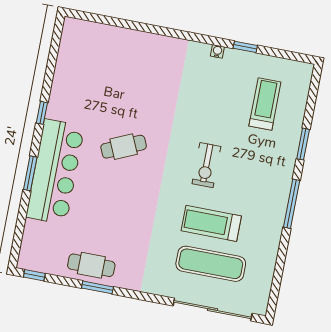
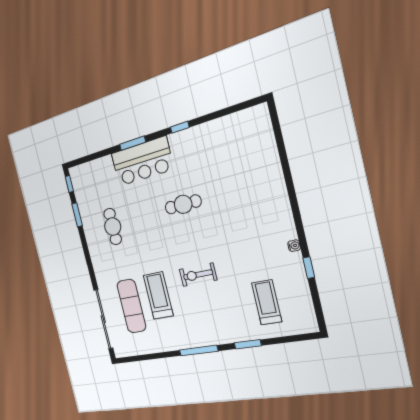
treadmill: (265, 104) -> (267, 302), turned -90
cafe table: (124, 147) -> (183, 204), turned -66
bar counter: (55, 172) -> (142, 161), width x0.73
cafe table: (91, 265) -> (113, 227), moved
window: (97, 287) -> (77, 215), moved

